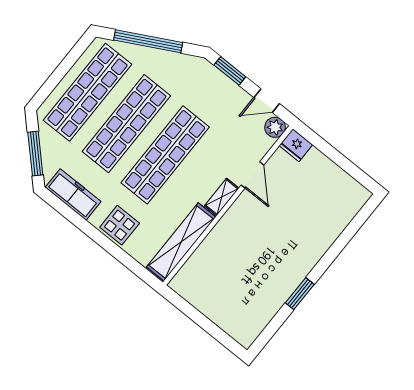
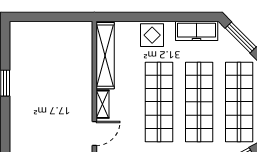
door: (252, 175) -> (94, 133), swing flipped

